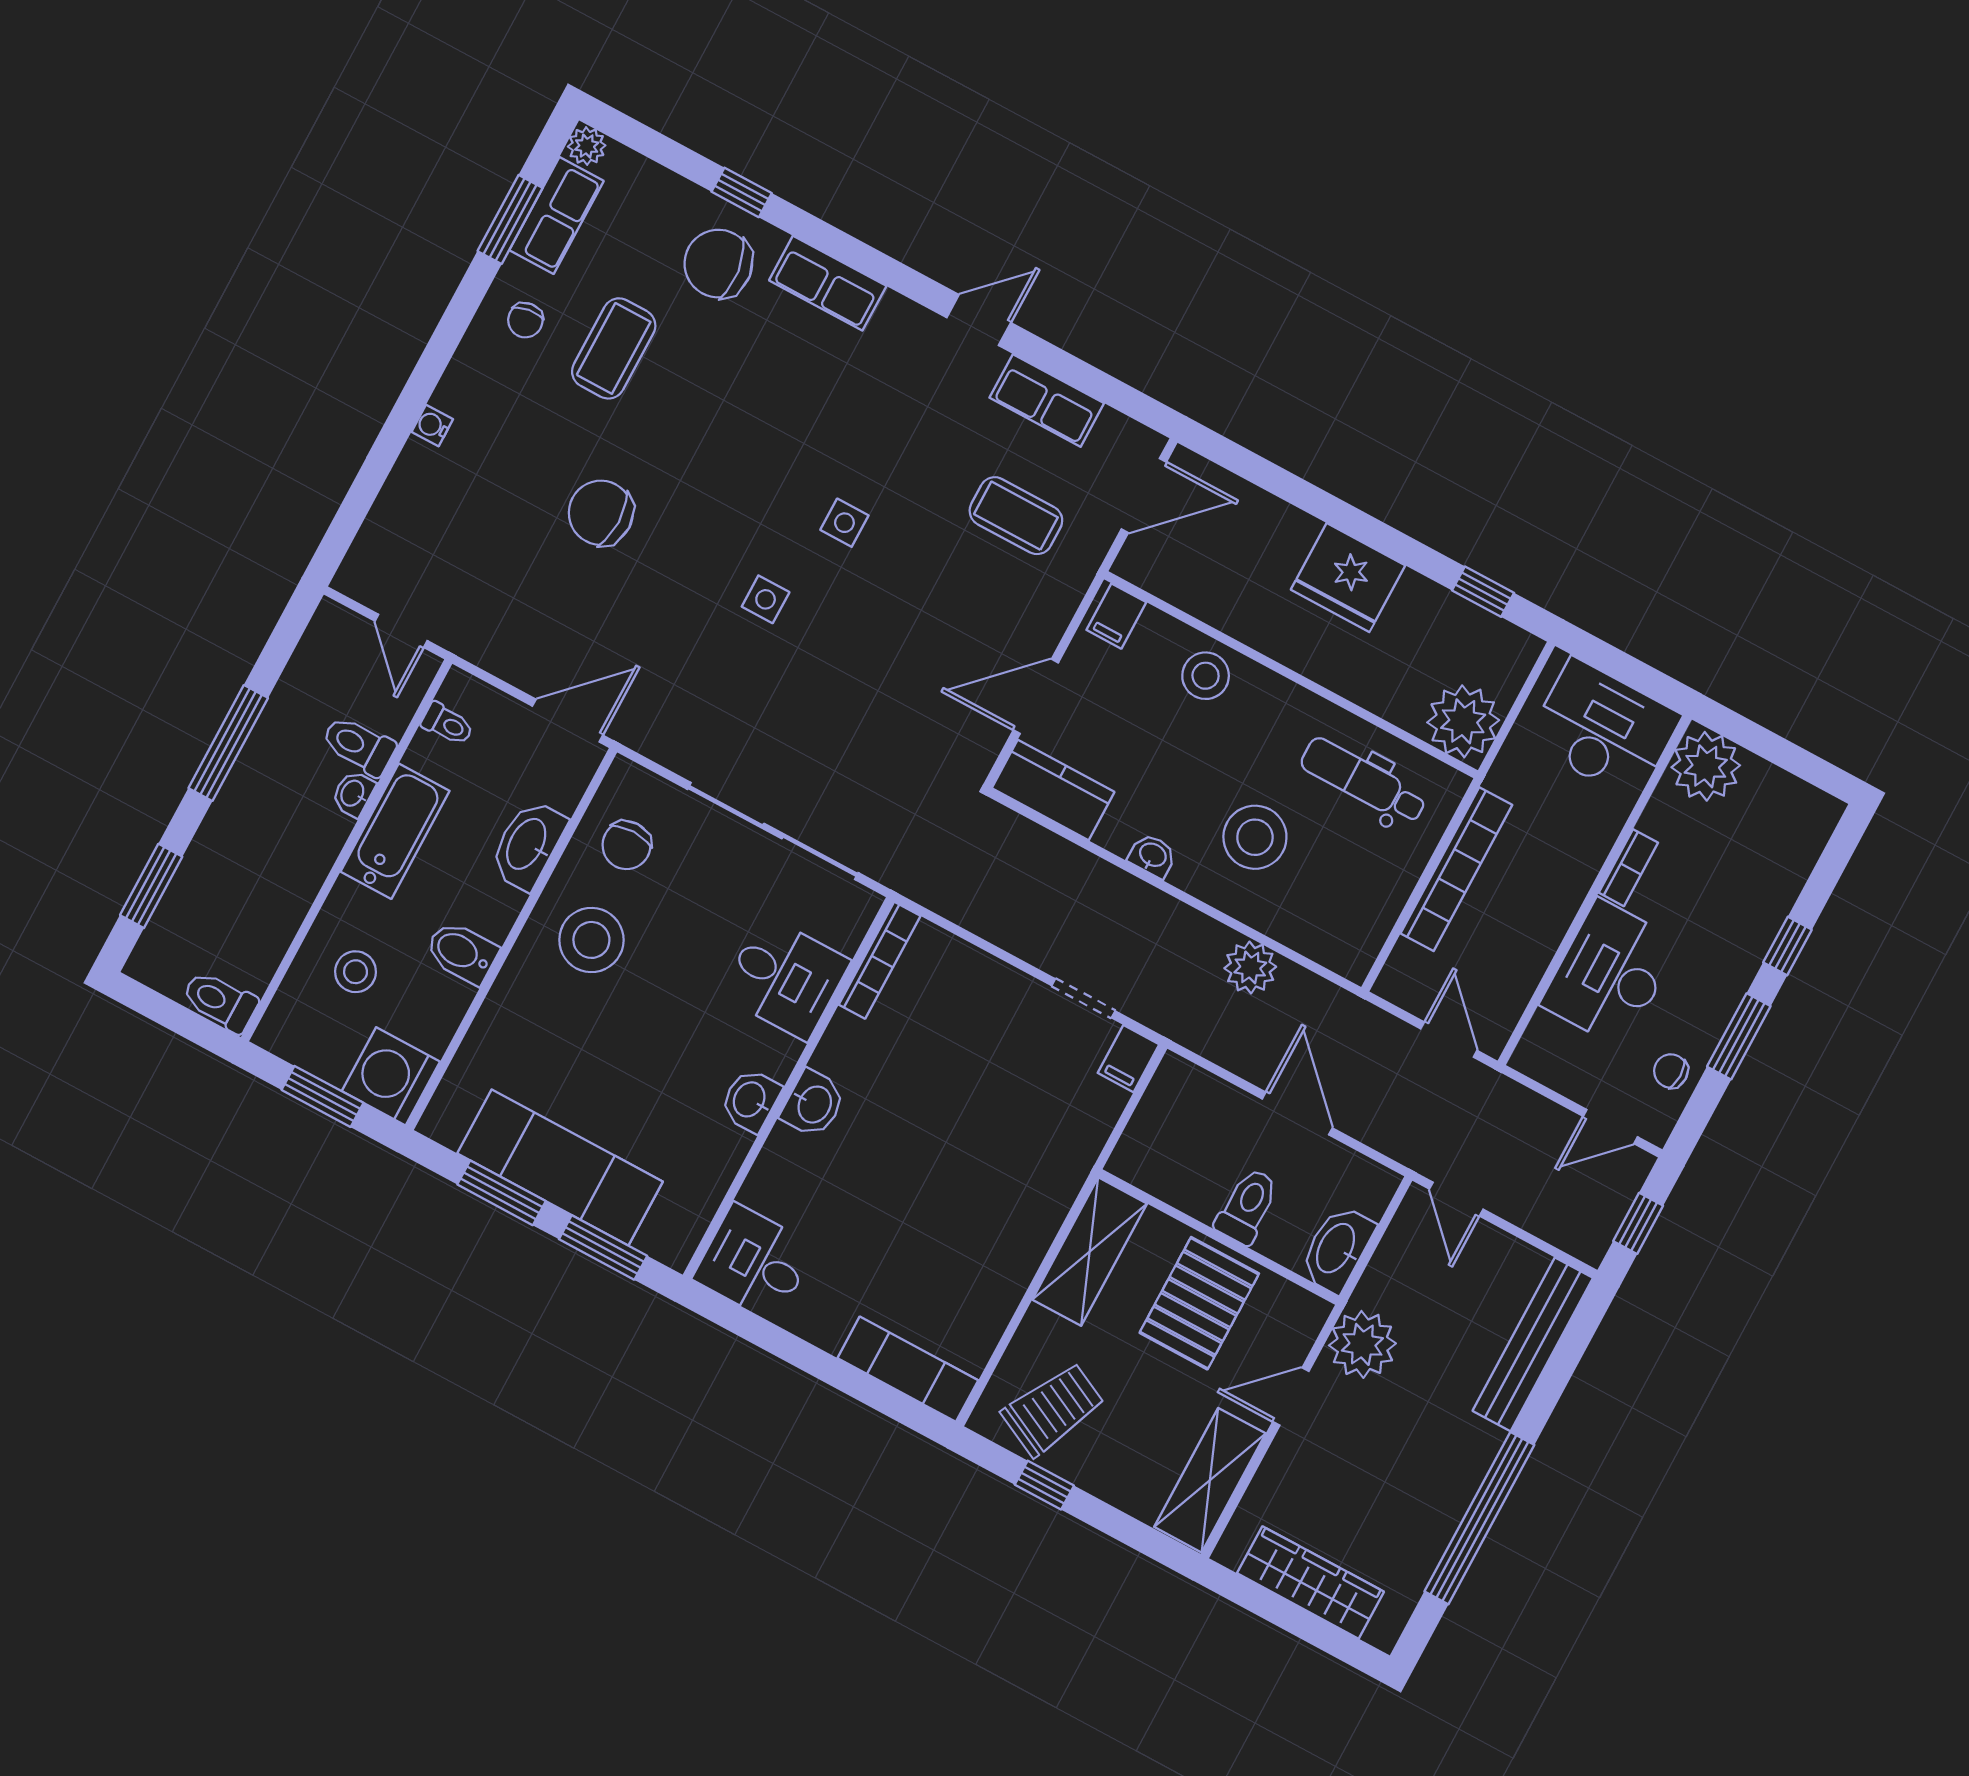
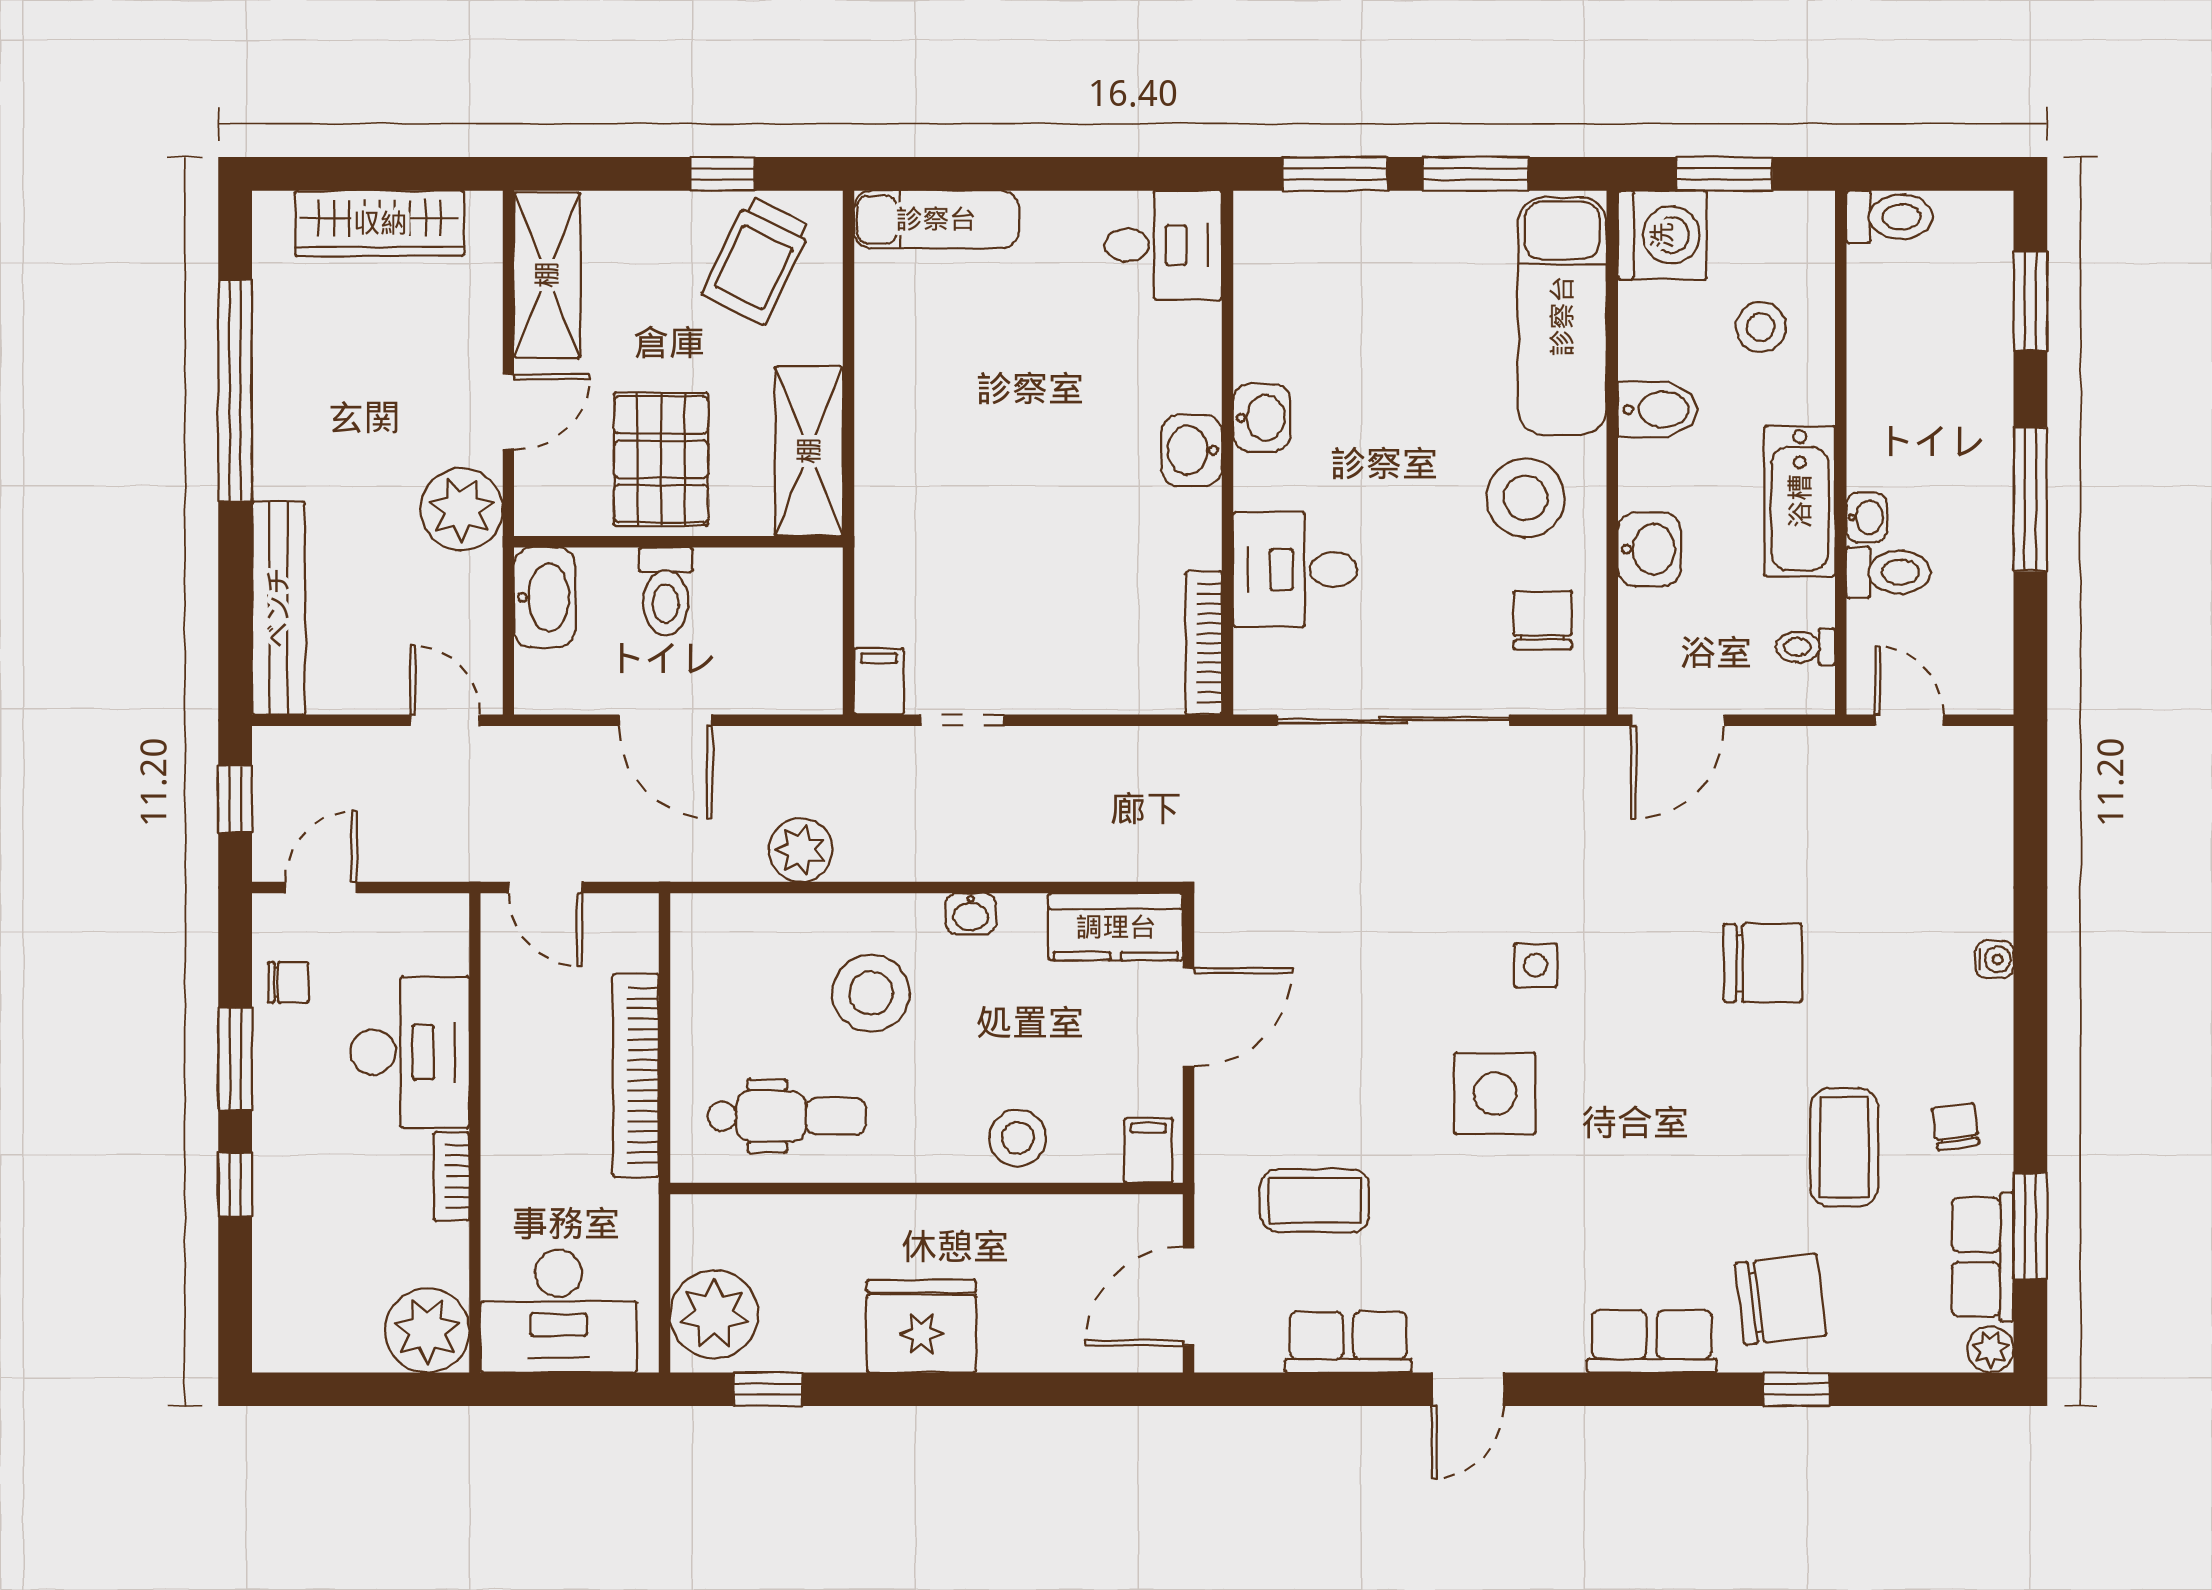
side table: (844, 523) -> (1495, 1093), width x1.87, depth x1.87
plant: (1463, 721) -> (714, 1314), moved
washbasin: (528, 845) -> (1649, 549), width x0.72
exam couch: (560, 1167) -> (1562, 316), moved, turned 90

